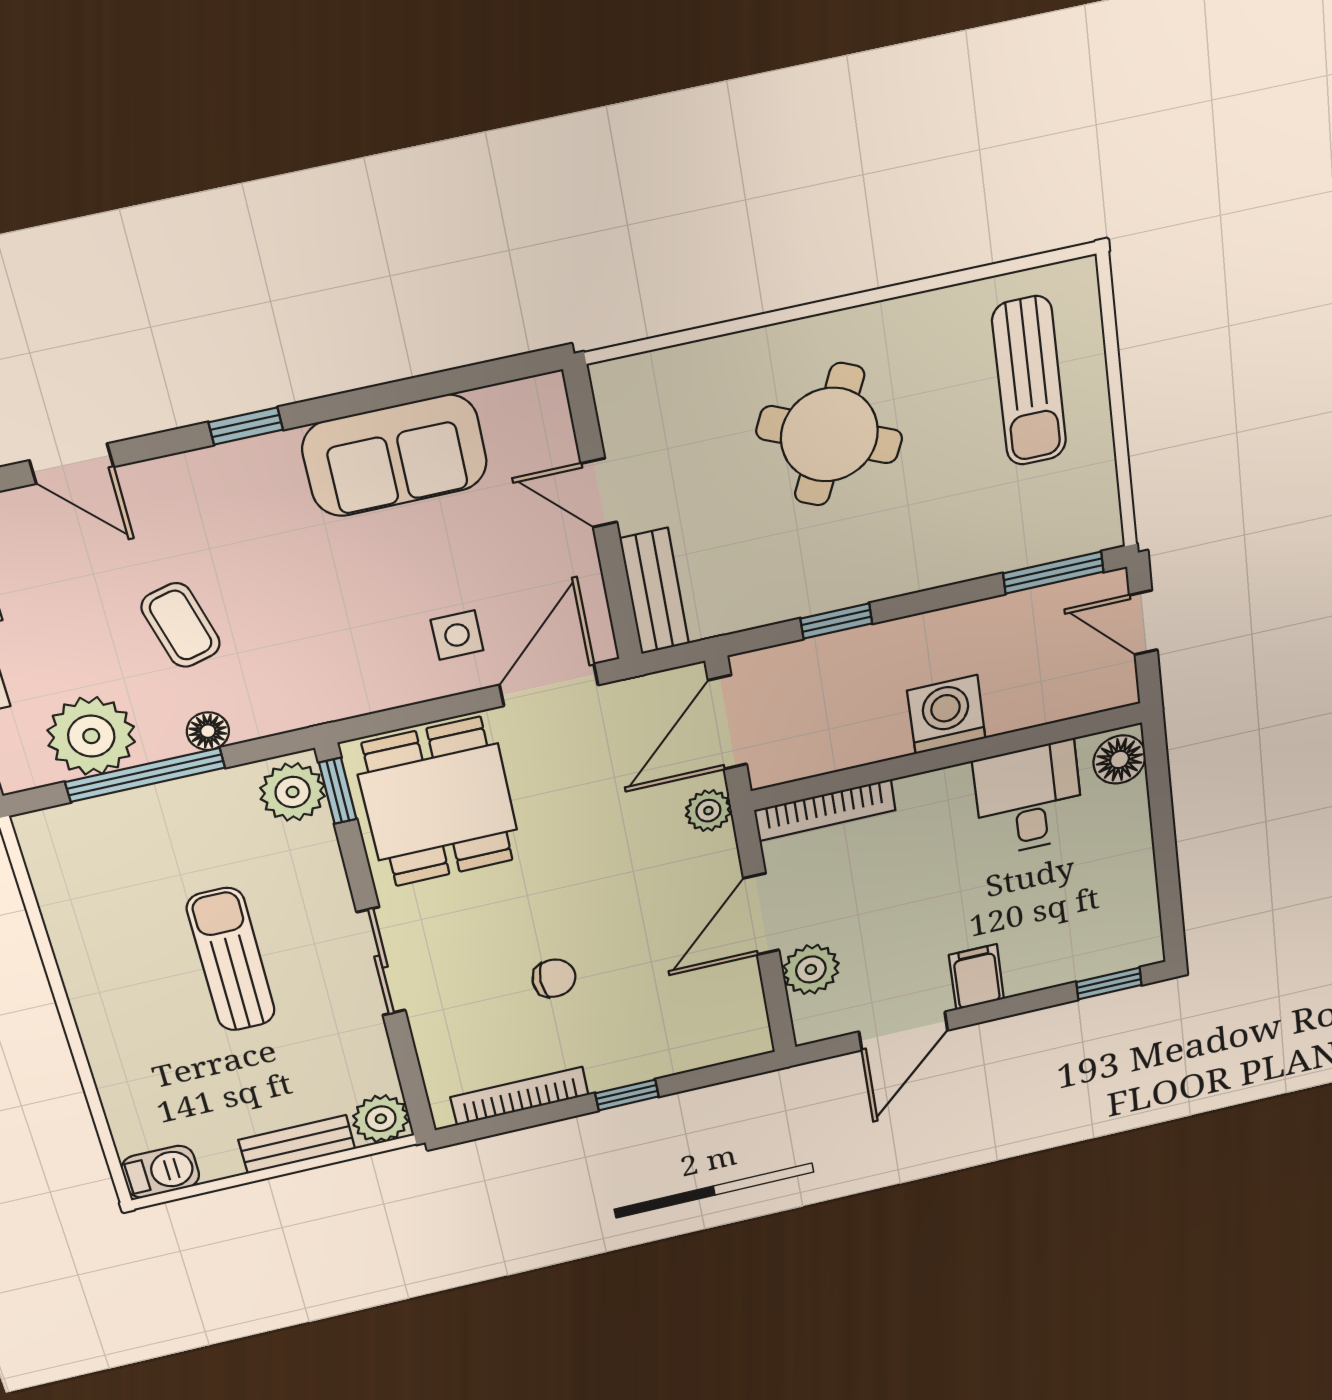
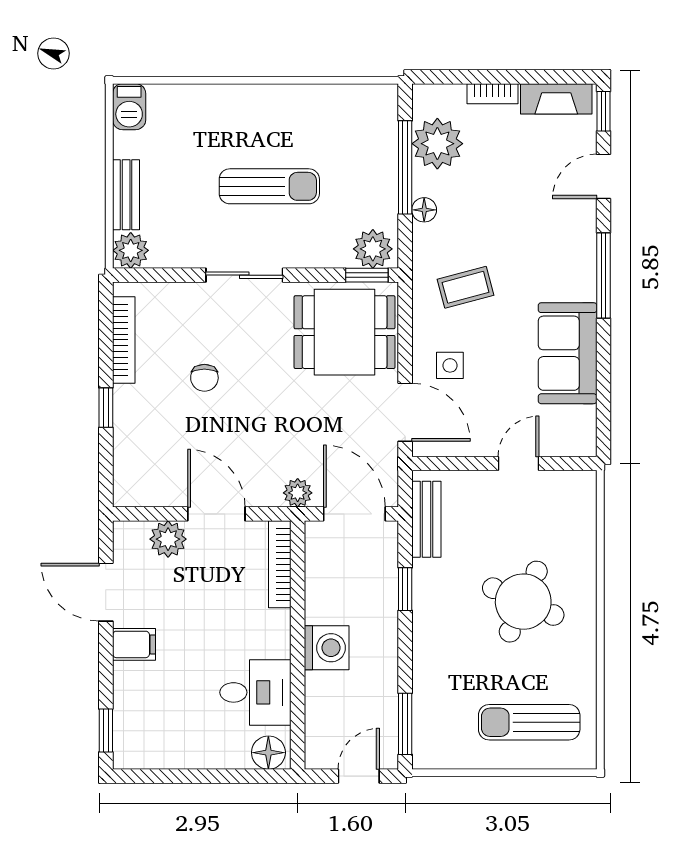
window: (246, 426) -> (604, 276), width x2.17
bench: (655, 591) -> (426, 519), moved, turned 90
coffee table: (181, 625) -> (466, 287), moved

